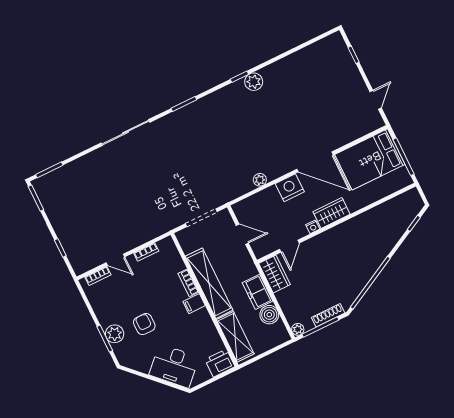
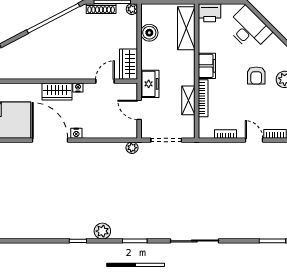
plant: (254, 82) -> (102, 231), moved
plant: (260, 180) -> (132, 148), moved
nightstand: (290, 188) -> (76, 133), width x0.53, depth x0.56
bookcase: (188, 283) -> (203, 98), width x1.56
shelving: (209, 283) -> (188, 100), width x0.45, depth x0.75
freezer: (258, 292) -> (150, 84), moved
filing cabinet: (194, 304) -> (207, 66), width x2.00

